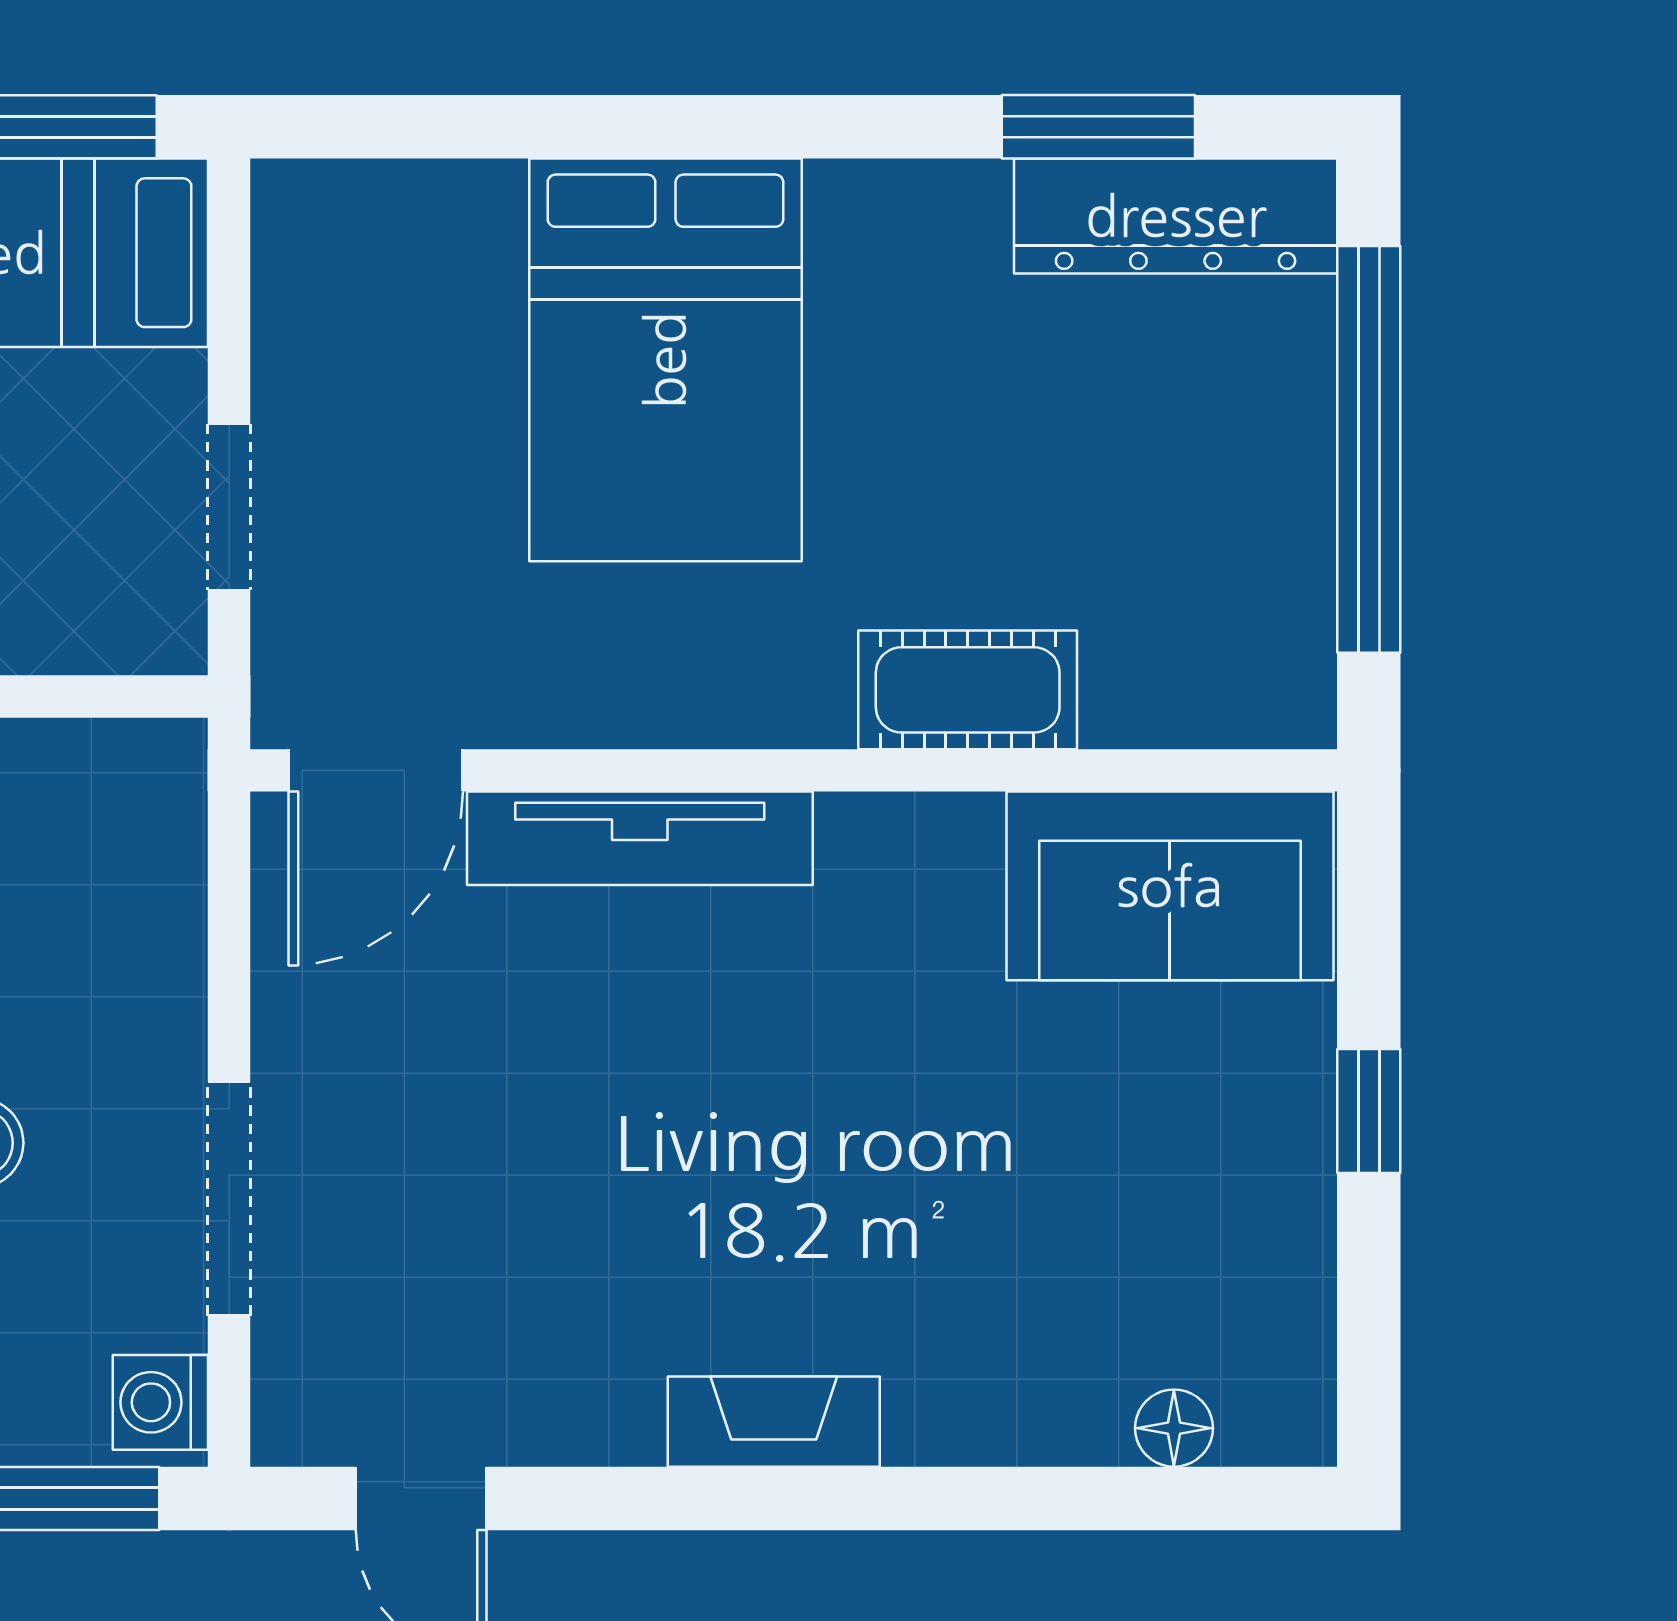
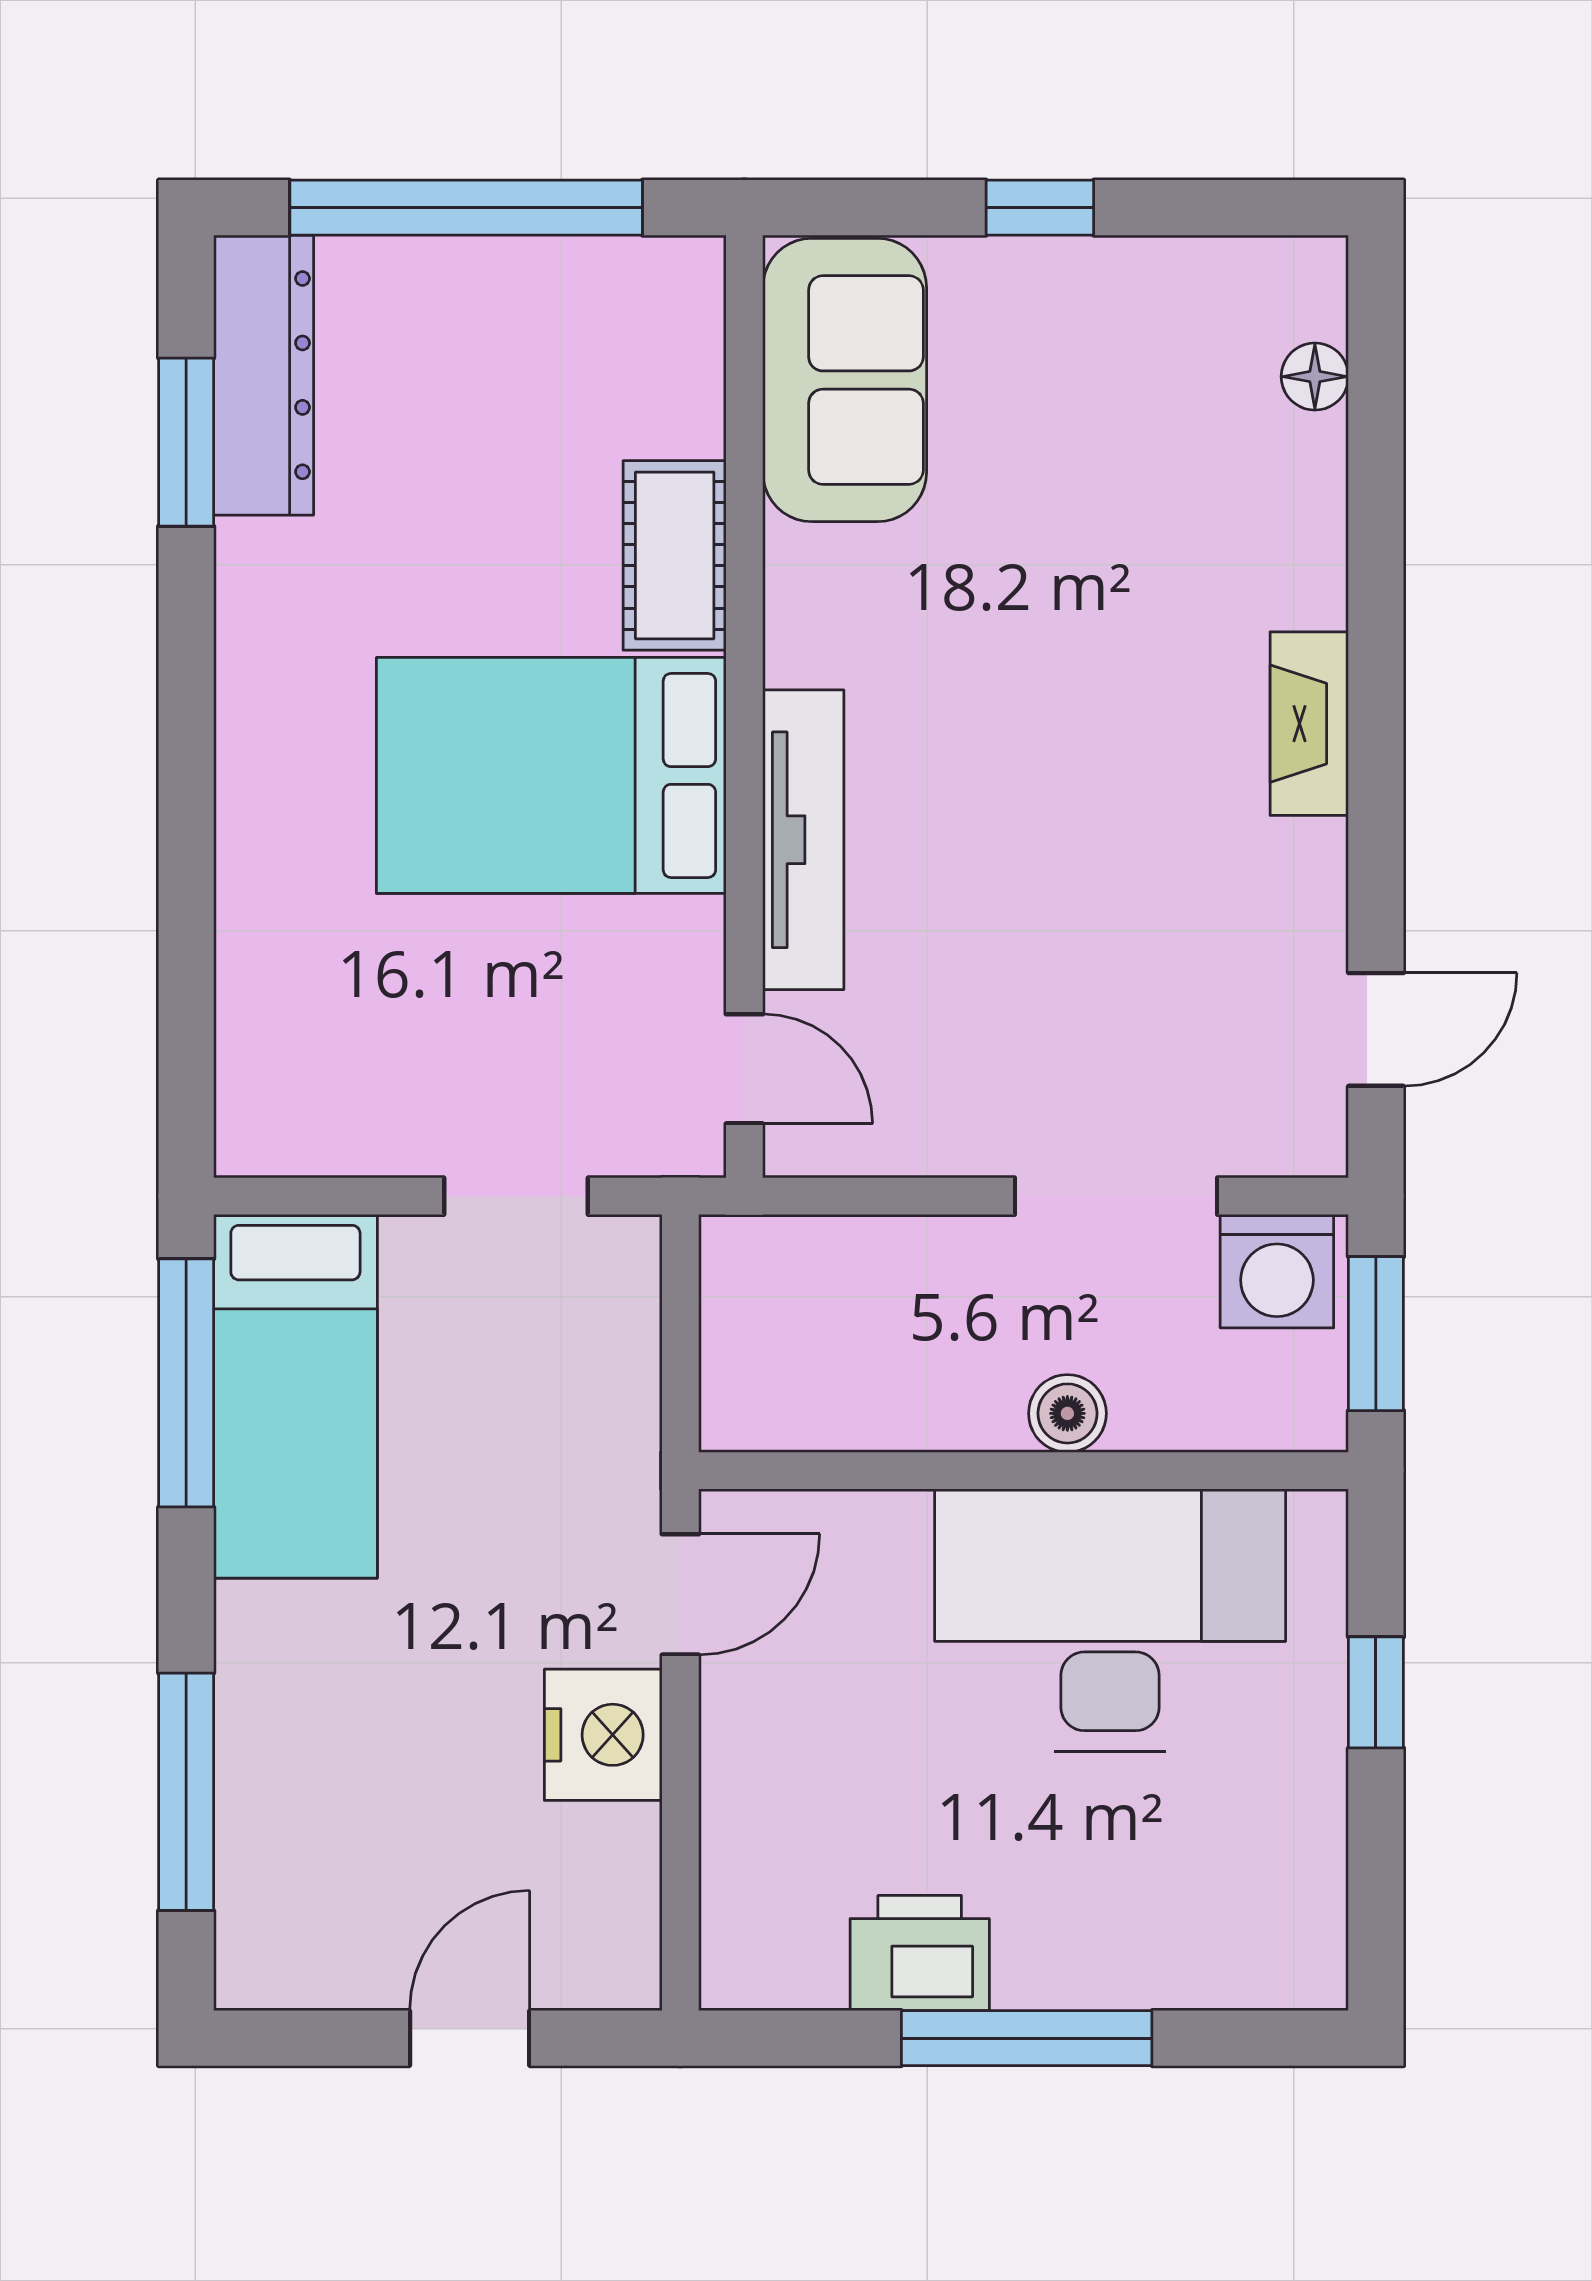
bed: (665, 360) -> (551, 775), moved, turned 180
door: (376, 770) -> (744, 1069), width x0.73
washing machine: (160, 1402) -> (1277, 1271), width x1.38, depth x1.38

